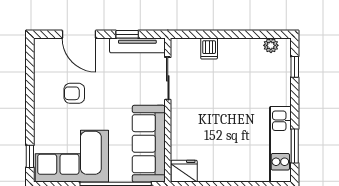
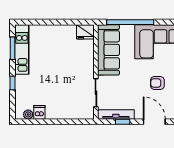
dishwasher: (209, 49) -> (39, 112), moved
window: (295, 67) -> (12, 83), moved
armchair: (74, 93) -> (157, 83), turned 180

